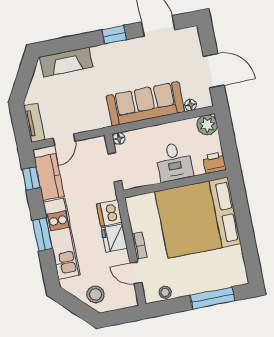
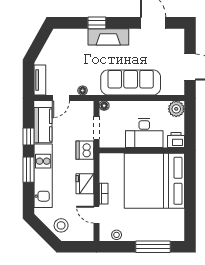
window: (114, 35) -> (97, 23), moved
fireplace: (66, 62) -> (108, 37), moved
floor lamp: (190, 105) -> (83, 90), moved
desk: (174, 162) -> (144, 133), width x1.37
window: (31, 178) -> (28, 137), moved
dishwasher: (109, 213) -> (85, 150), moved

